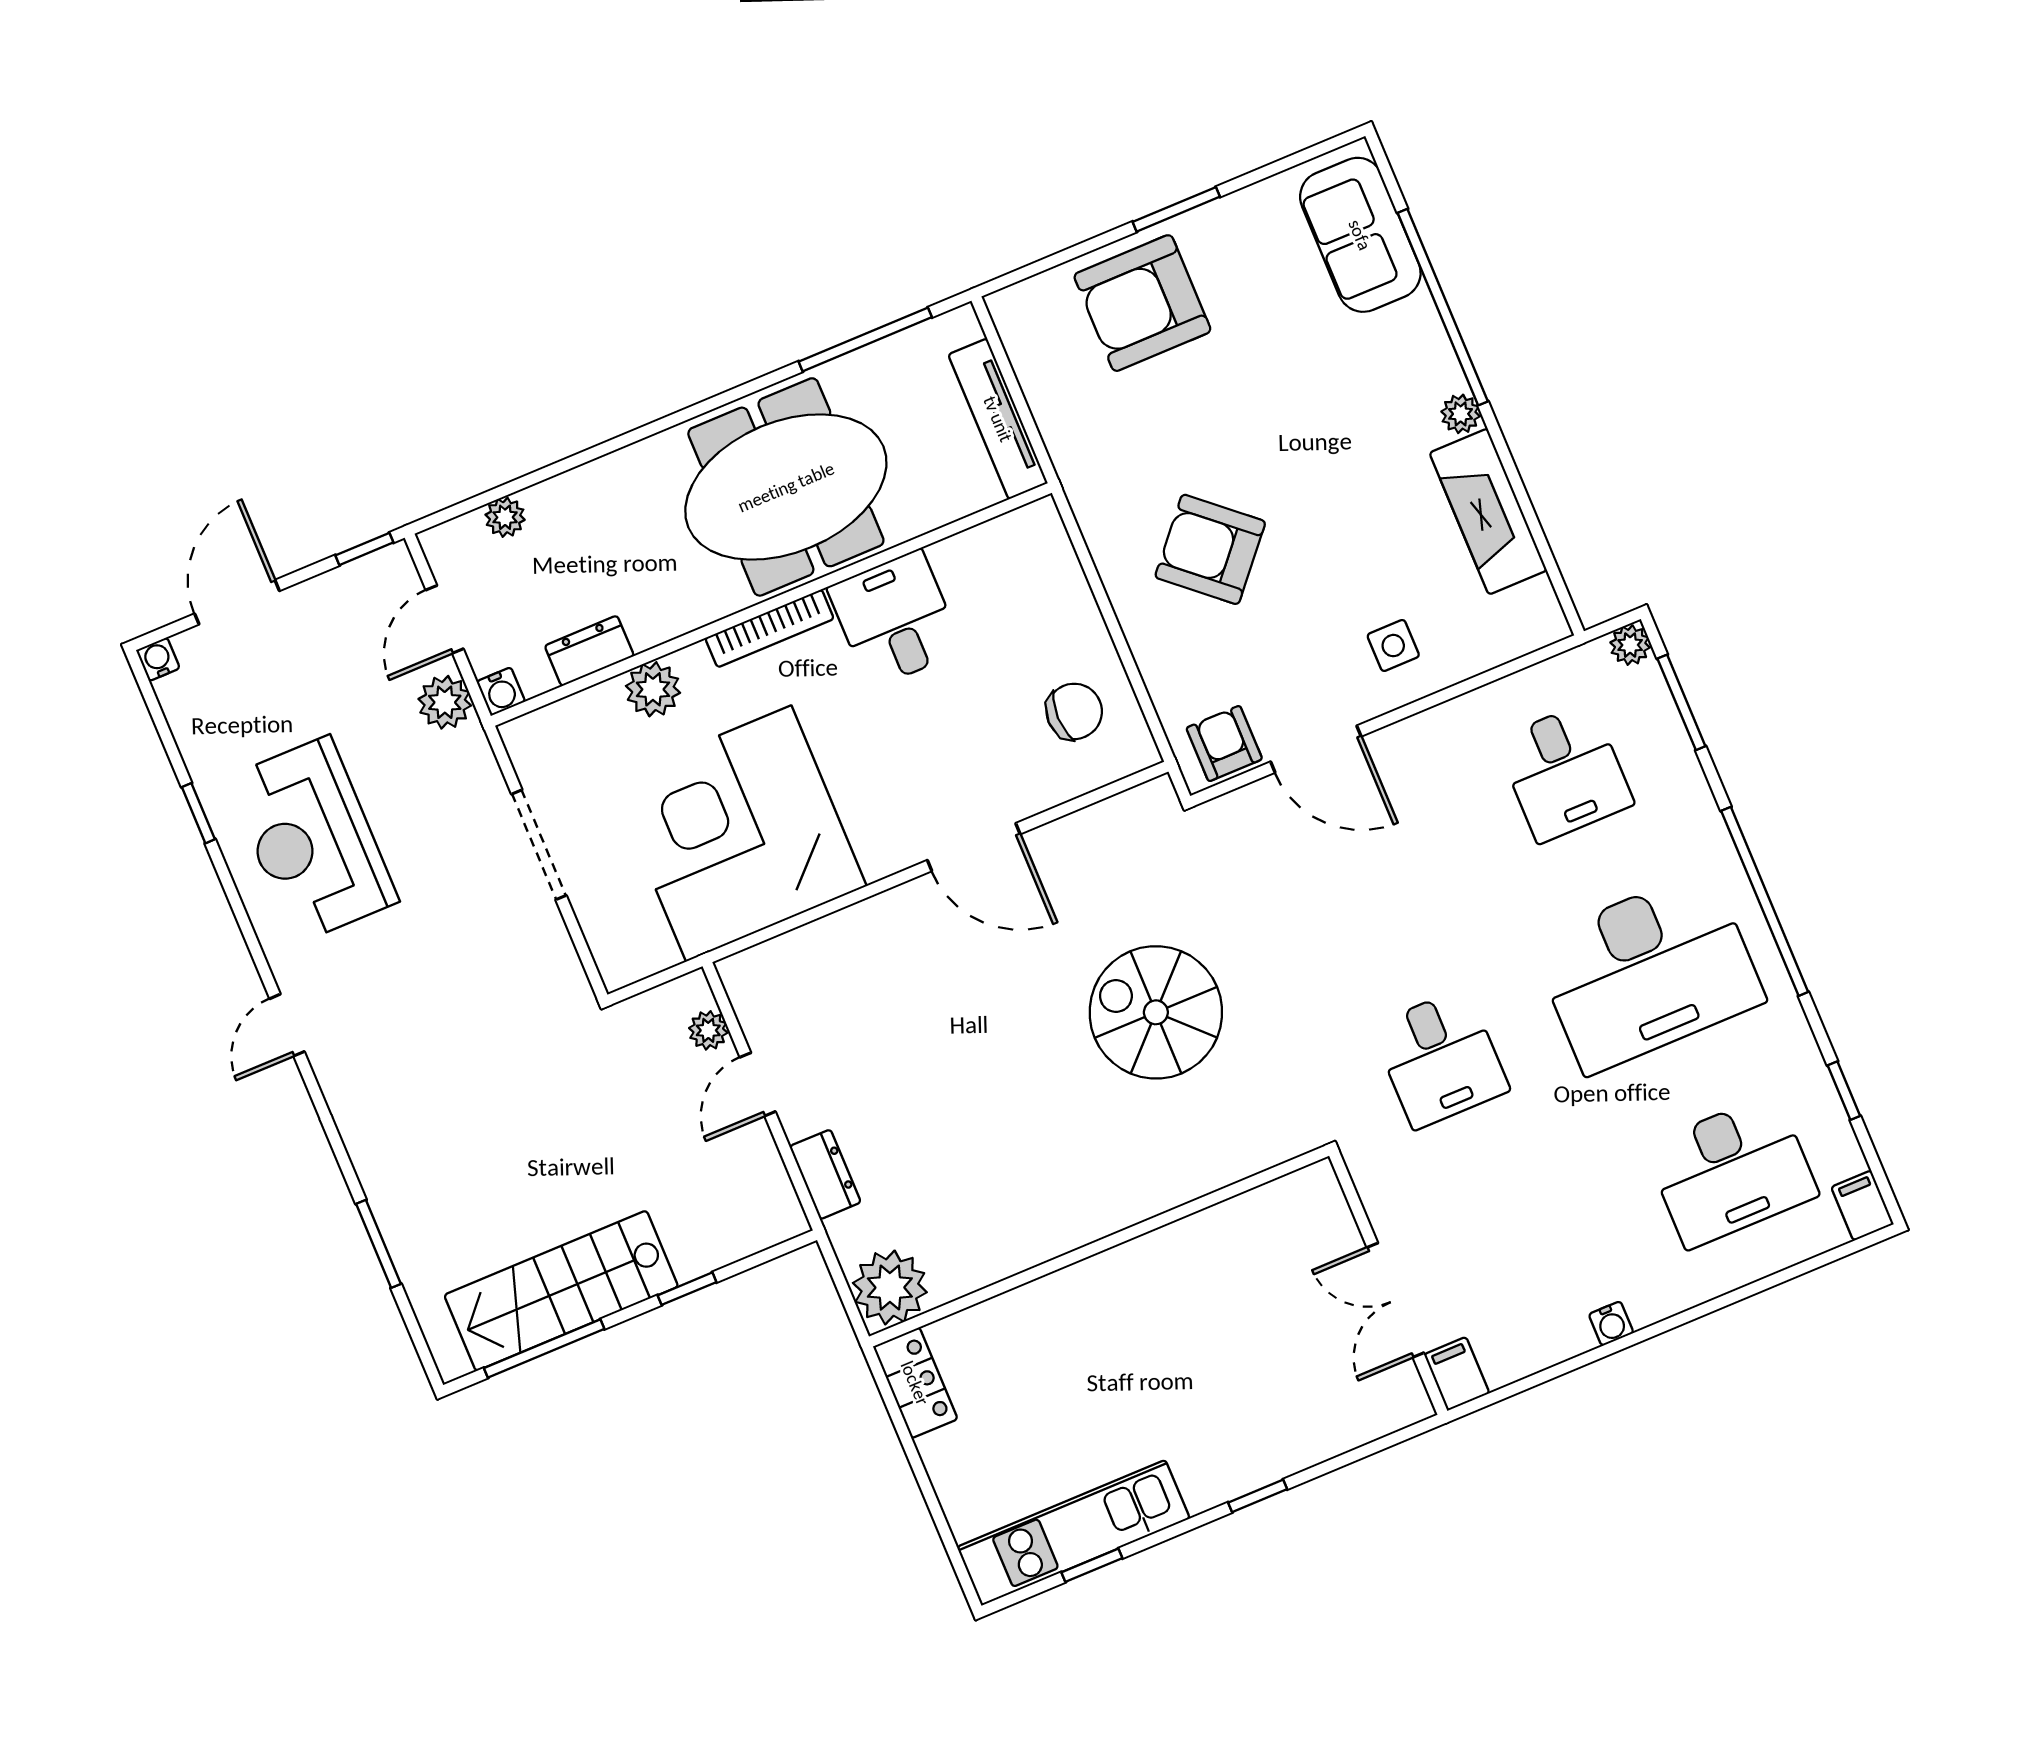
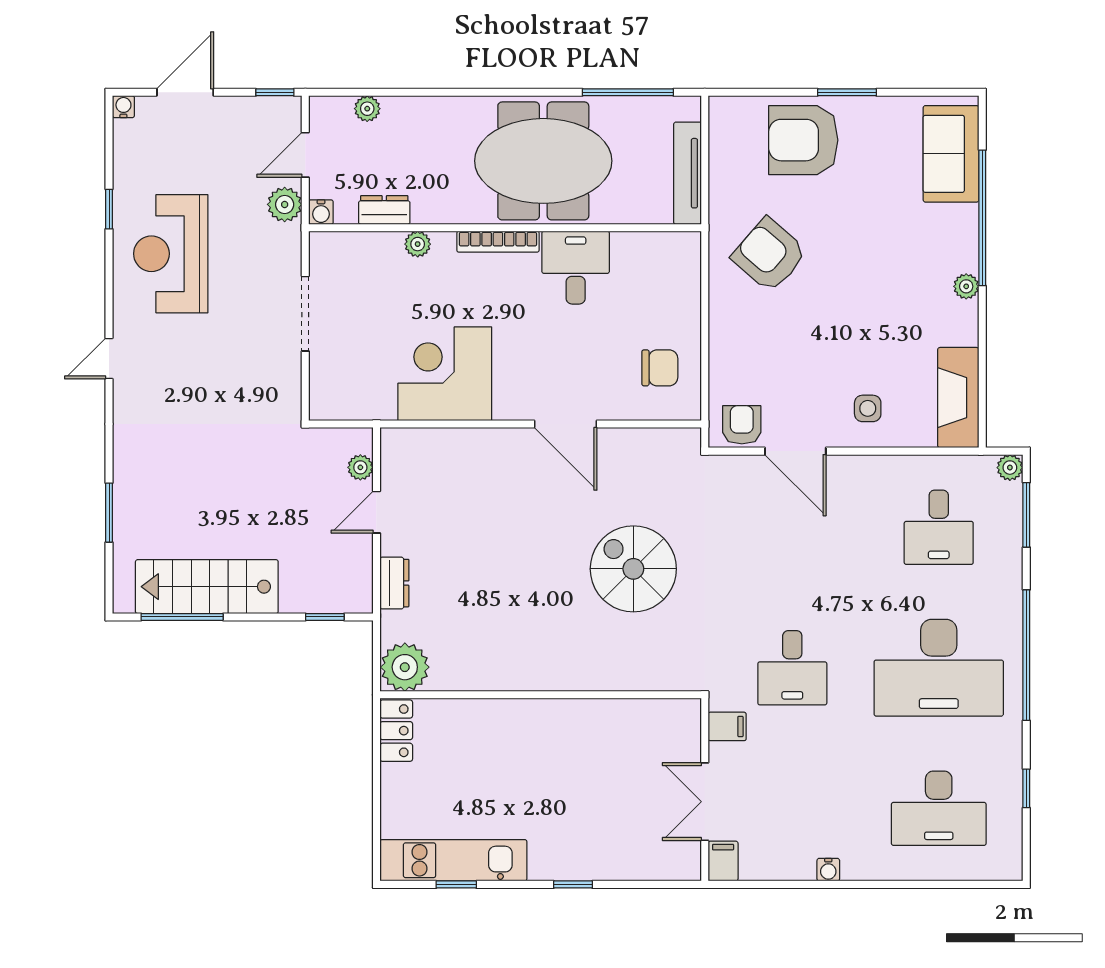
fireplace: (1488, 512) -> (958, 398), moved
armchair: (1210, 549) -> (769, 255), moved
plant: (653, 689) -> (418, 244), width x0.73, depth x0.73
corner desk: (739, 833) -> (445, 374), width x0.74, depth x0.74
filing cabinet: (1862, 1205) -> (727, 726), moved, turned 90
window: (687, 1289) -> (325, 617), moved

